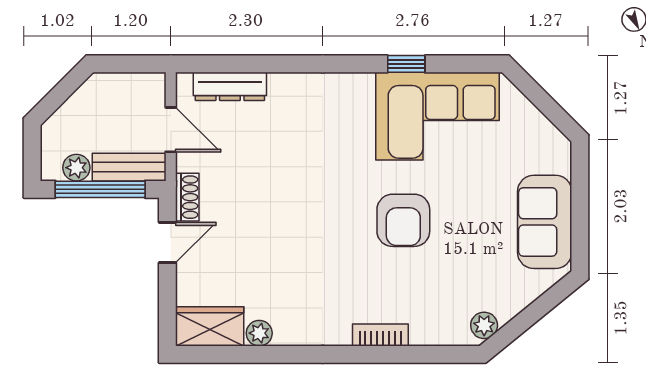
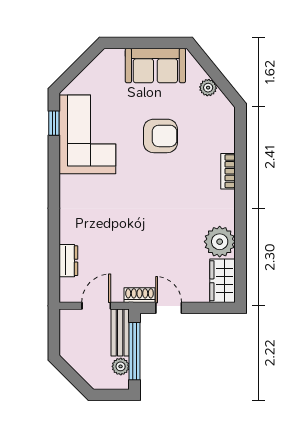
window: (406, 64) -> (54, 123), moved
dresser: (230, 86) -> (68, 261), width x0.70
armchair: (403, 220) -> (160, 136), moved
plant: (484, 325) -> (208, 88), moved
plant: (259, 333) -> (220, 242), width x1.87, depth x1.87

